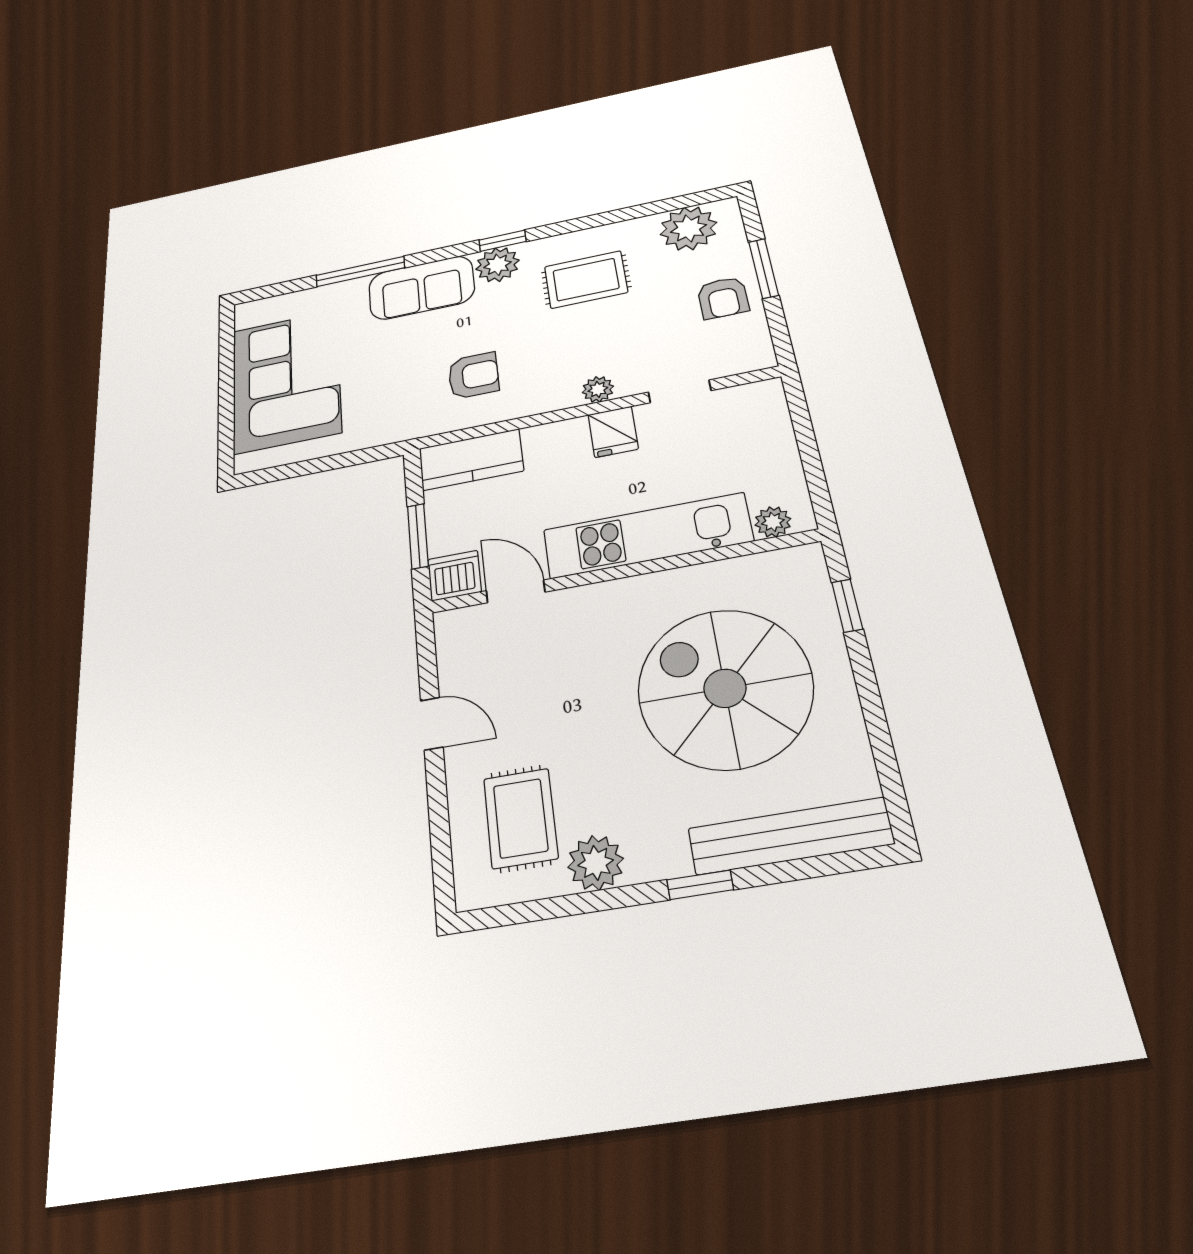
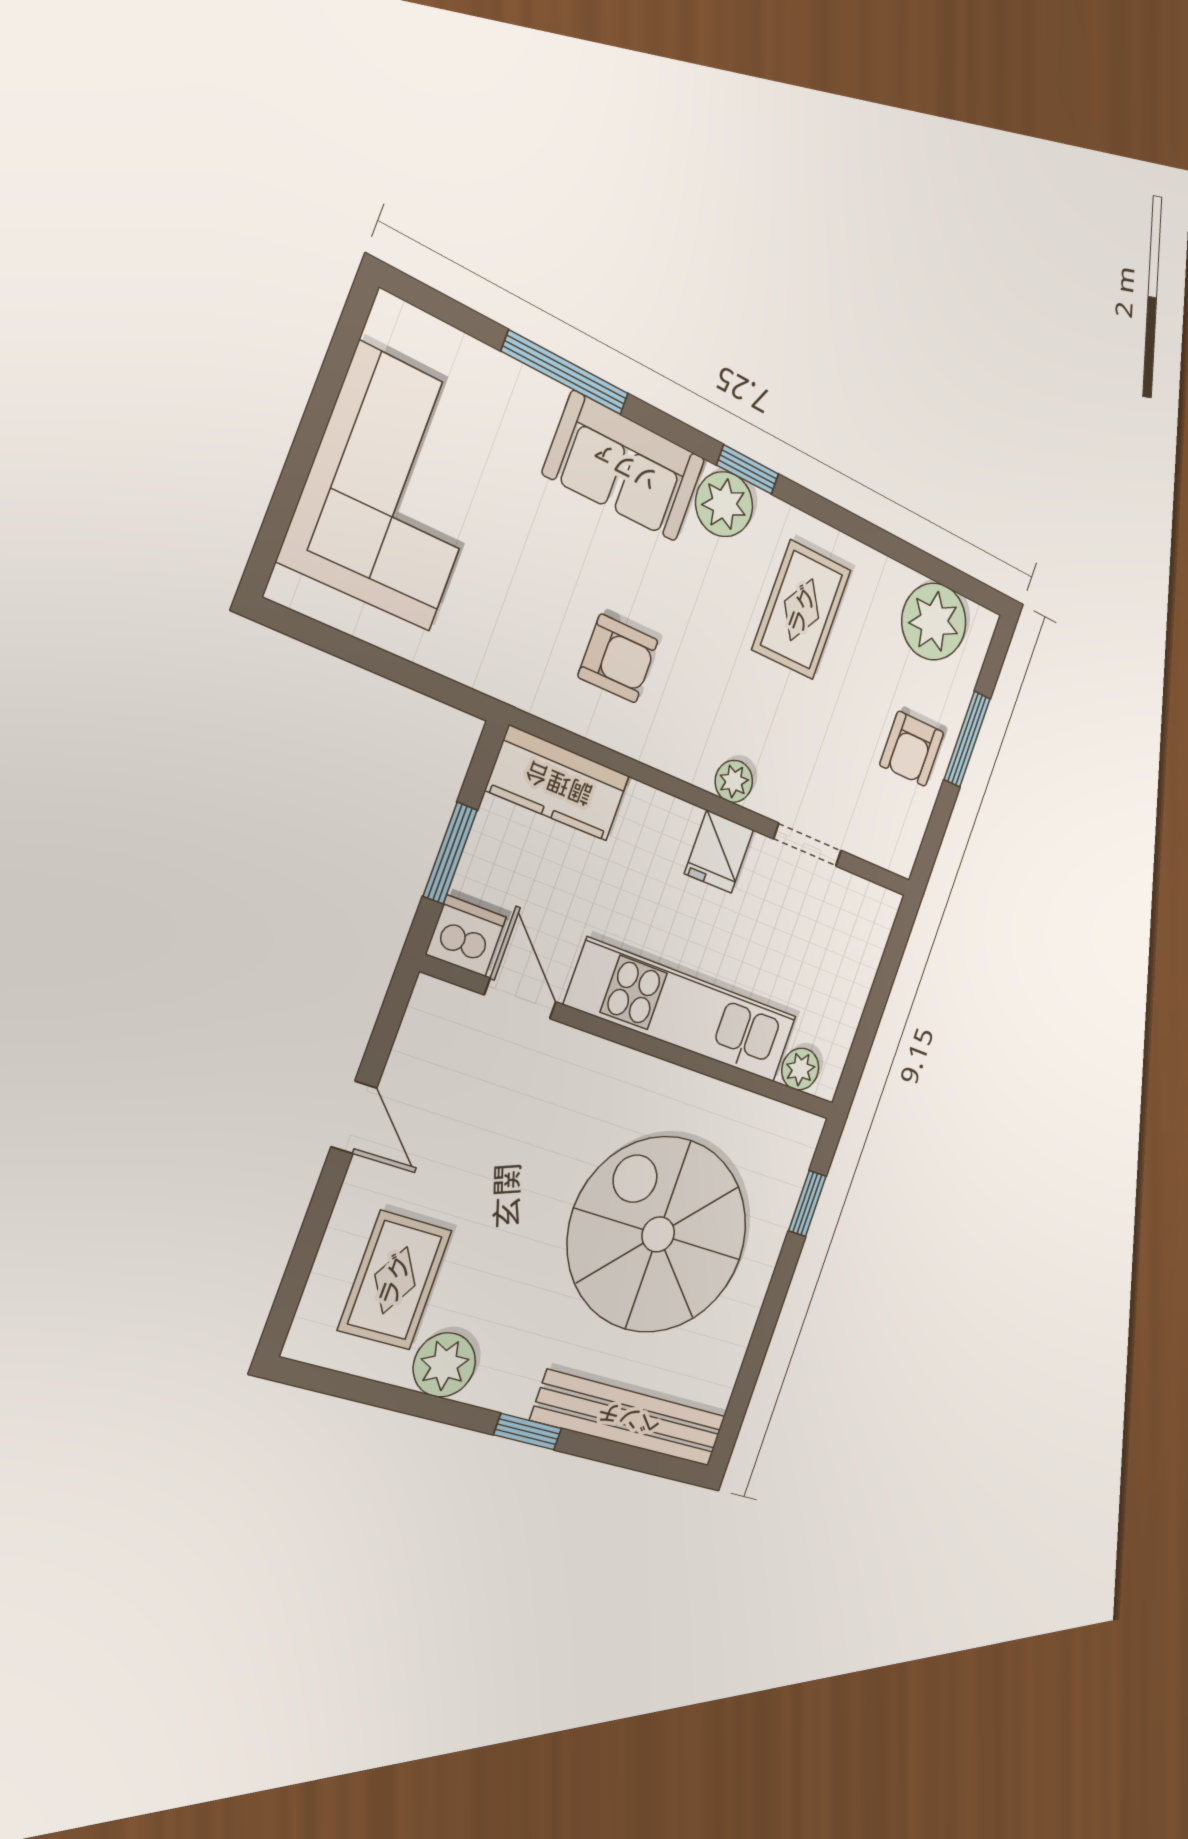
rug: (586, 280) -> (802, 610), turned 90

